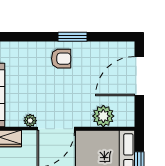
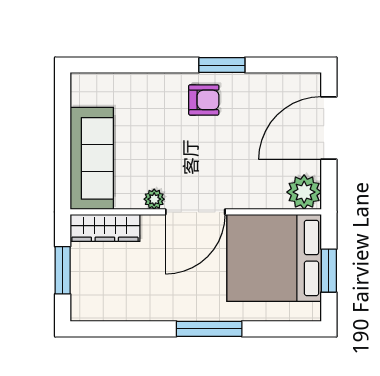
plant: (103, 116) -> (304, 192), moved

